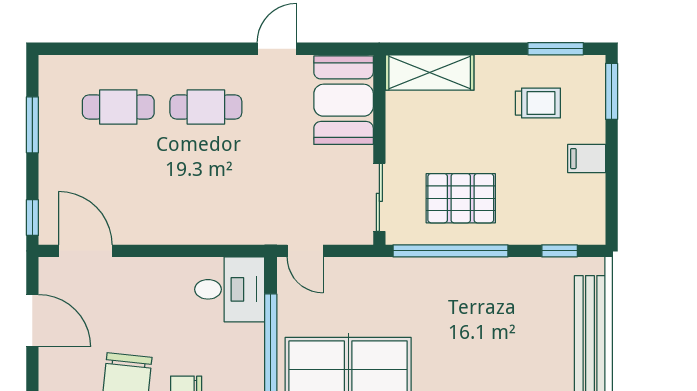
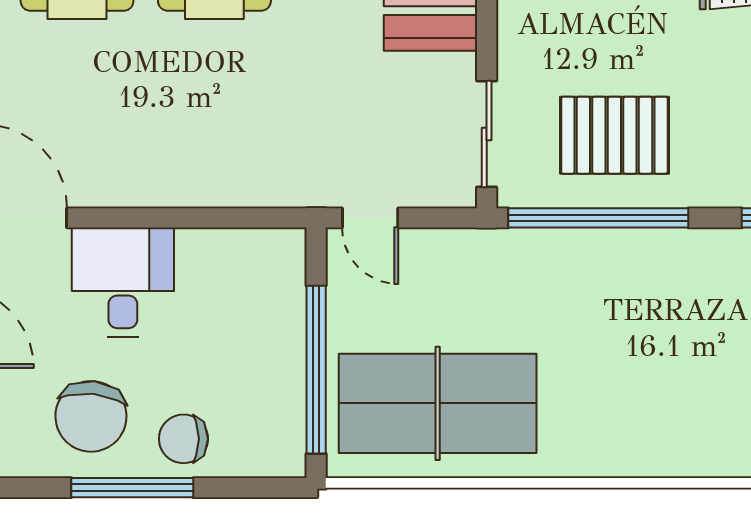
desk: (230, 289) -> (123, 282), moved, turned -90

